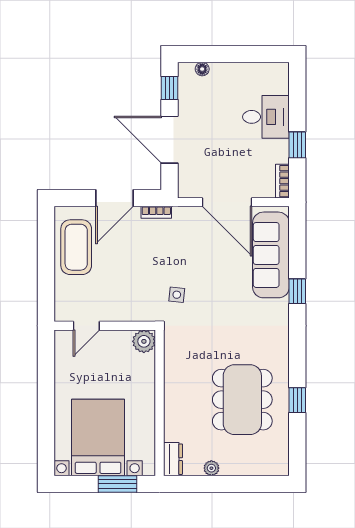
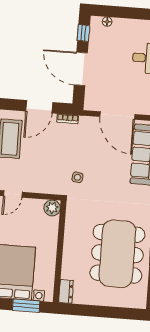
dining table: (242, 400) -> (117, 254), width x1.36, depth x1.24
plant: (211, 468) -> (92, 300), removed

